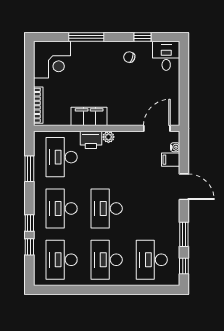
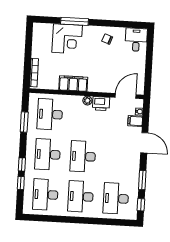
window: (142, 37) -> (118, 24), removed
corner desk: (52, 60) -> (67, 39), moved
printer: (91, 140) -> (101, 104), moved

